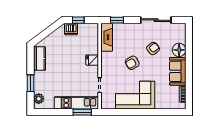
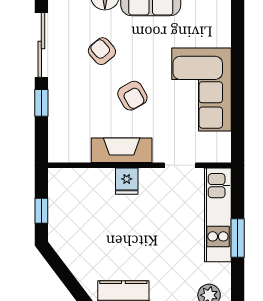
window: (117, 20) -> (41, 103), moved
dishwasher: (71, 29) -> (60, 226), removed
fireplace: (107, 37) -> (122, 150), moved
window: (82, 112) -> (238, 238), moved

